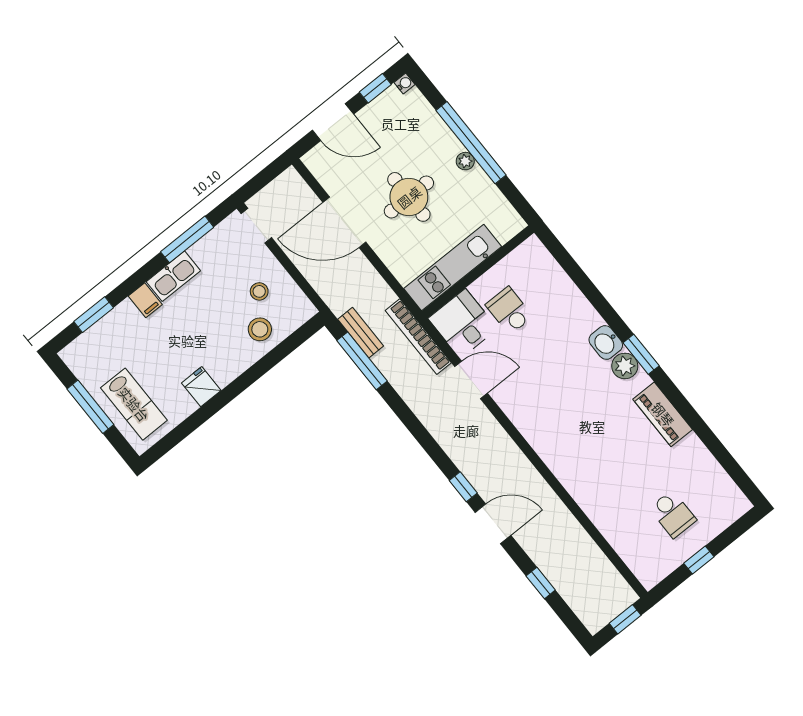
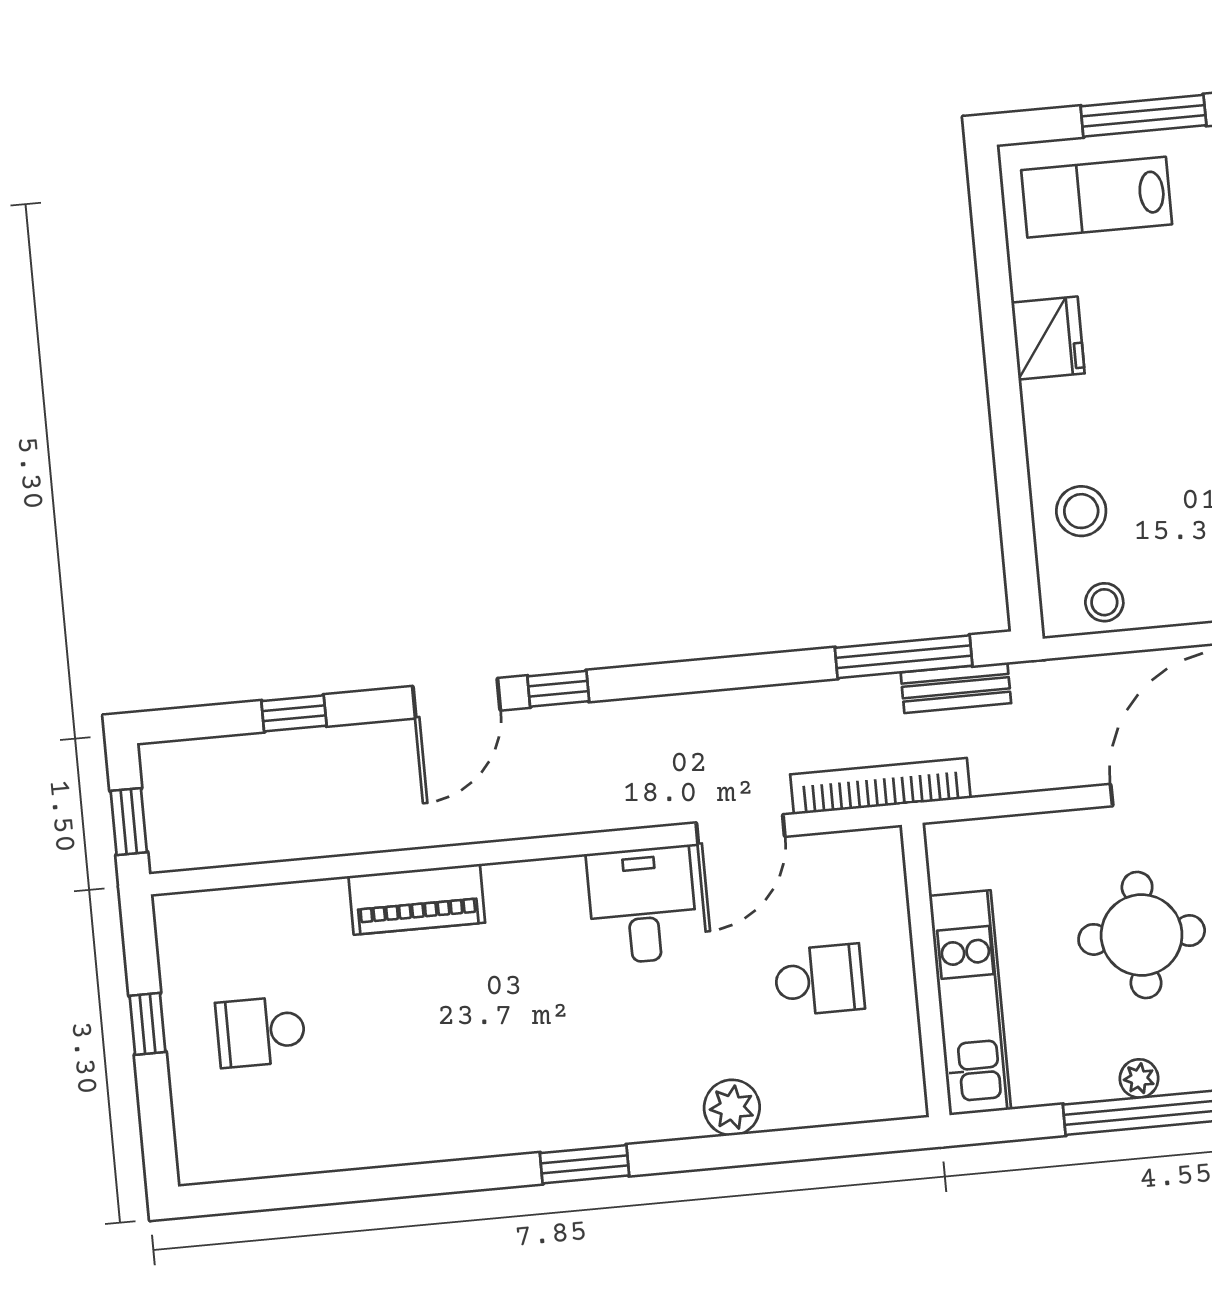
kitchen unit: (453, 268) -> (970, 1003), moved
stool: (259, 291) -> (1104, 602), moved
desk: (463, 324) -> (642, 905), moved, turned -90
washbasin: (606, 342) -> (648, 1115), removed
plant: (625, 366) -> (732, 1108), moved
fridge: (201, 387) -> (1048, 338), width x1.38
piano: (663, 414) -> (417, 899), moved, turned 180

